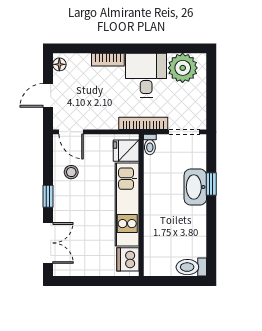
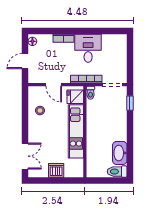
plant: (183, 68) -> (112, 44), removed
door: (71, 132) -> (54, 85), moved
window: (211, 184) -> (130, 103), moved
washbasin: (195, 187) -> (120, 153), moved
window: (48, 196) -> (25, 126), removed
dishwasher: (128, 259) -> (56, 170), moved, turned 90

